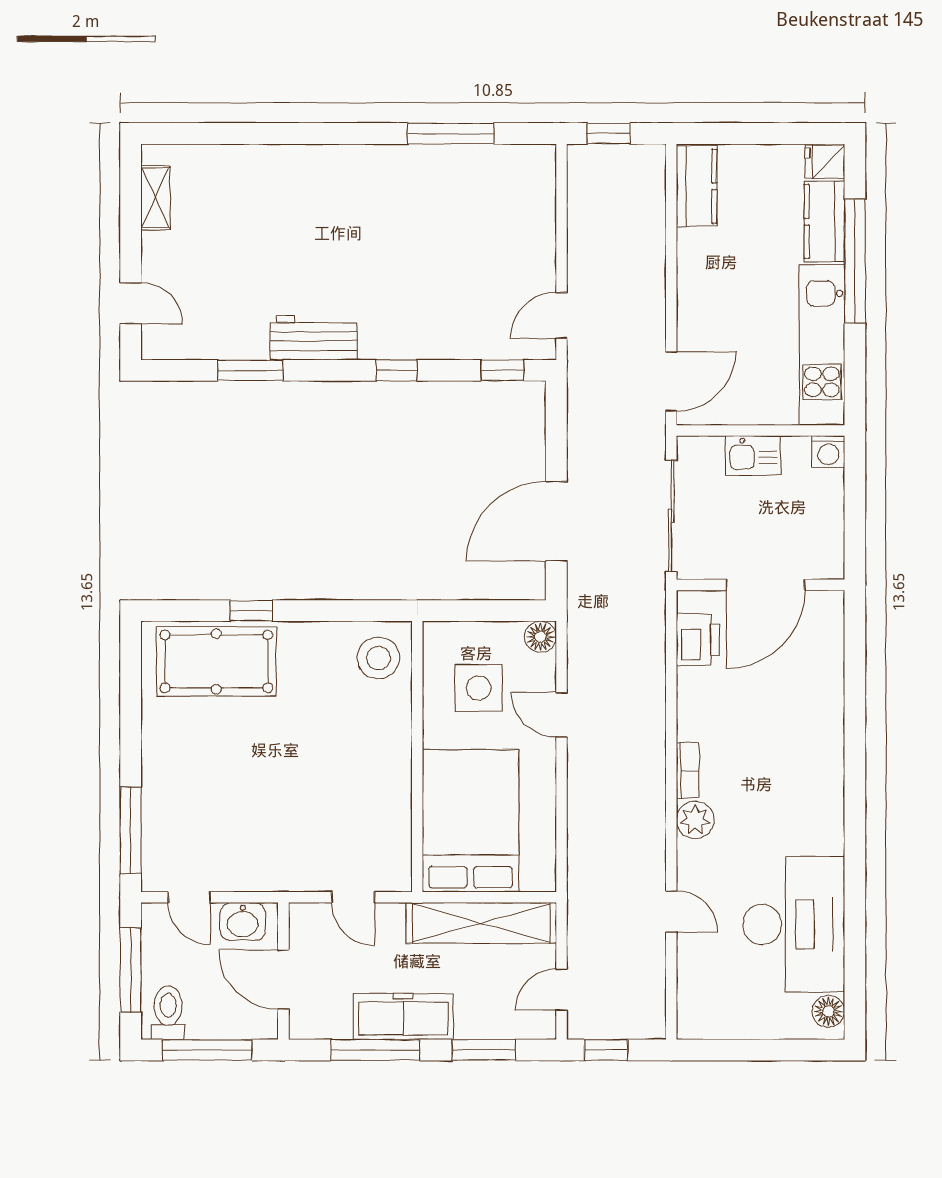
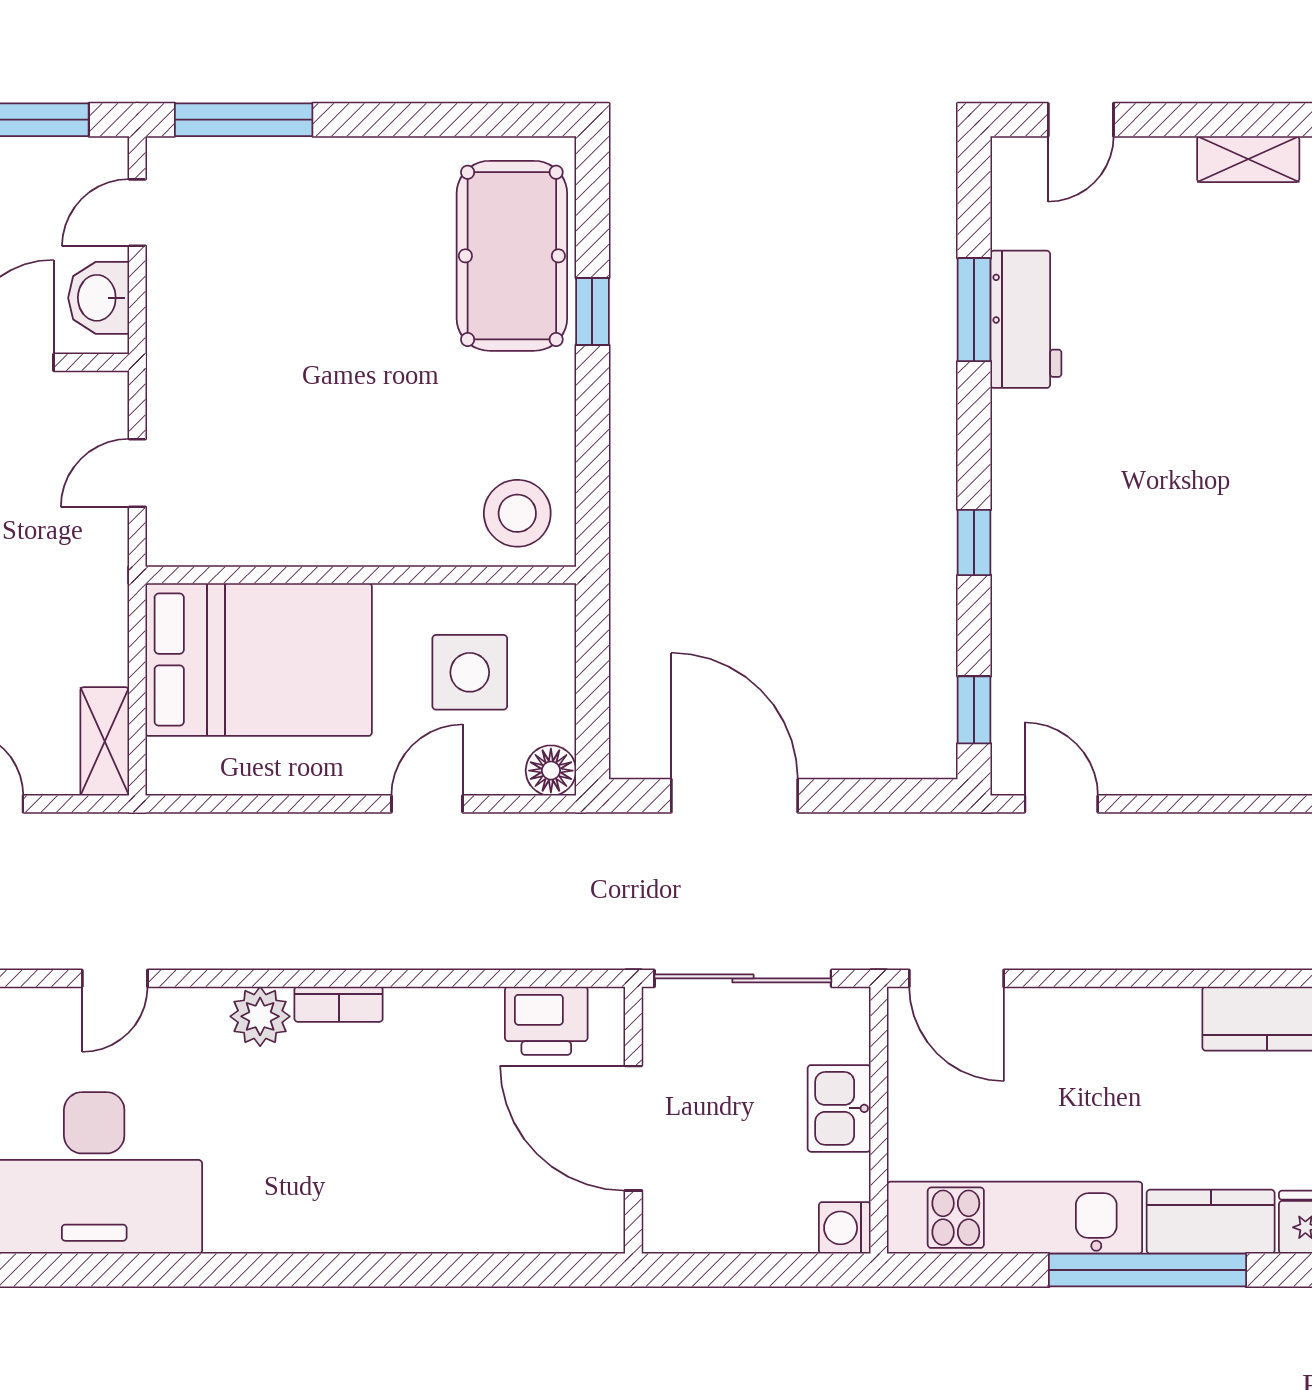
workbench: (313, 338) -> (1026, 319), moved
shelving: (481, 923) -> (105, 741), width x0.45, depth x0.75

